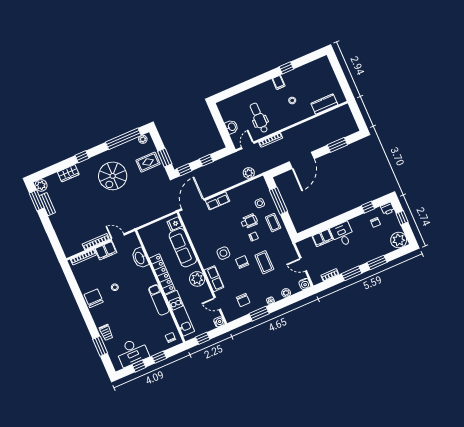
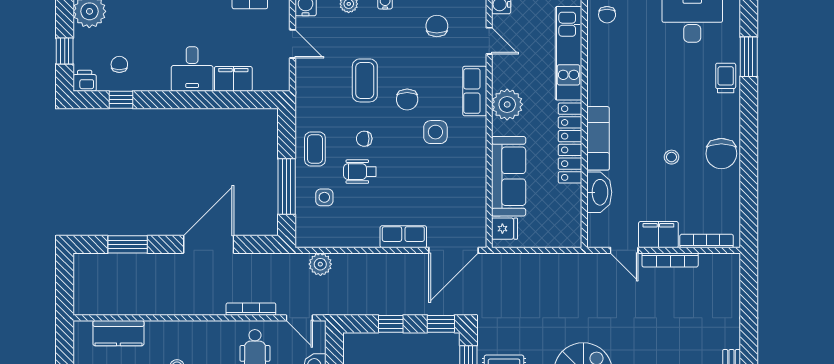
door: (248, 145) -> (299, 318), hinge flipped
exam couch: (159, 300) -> (598, 138), moved

